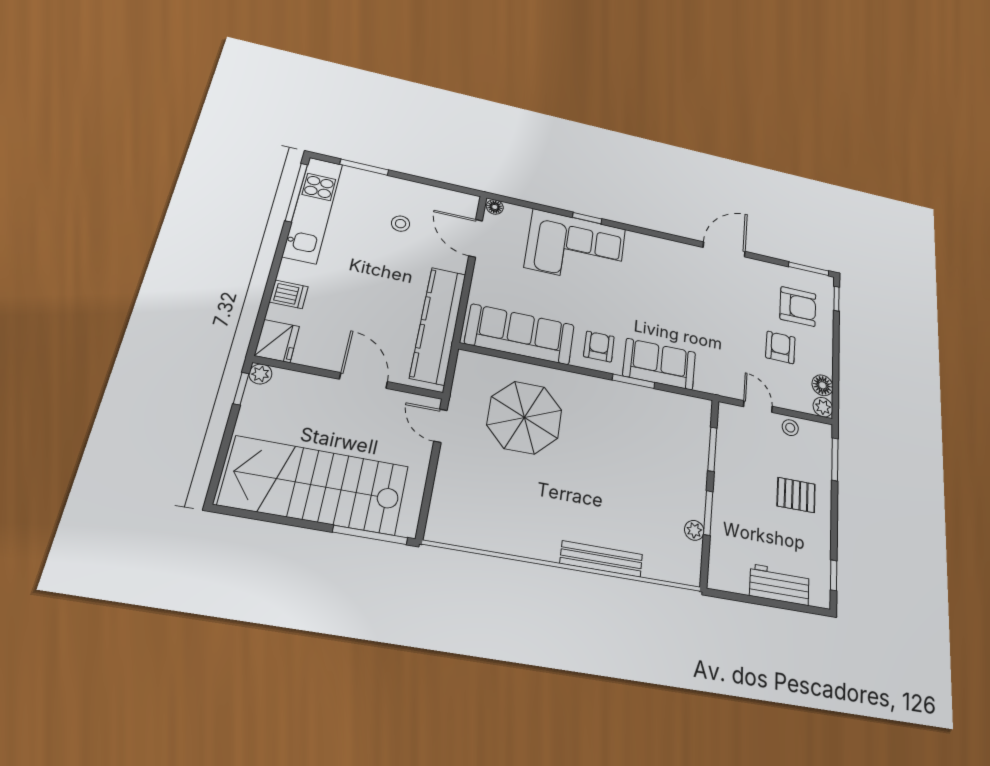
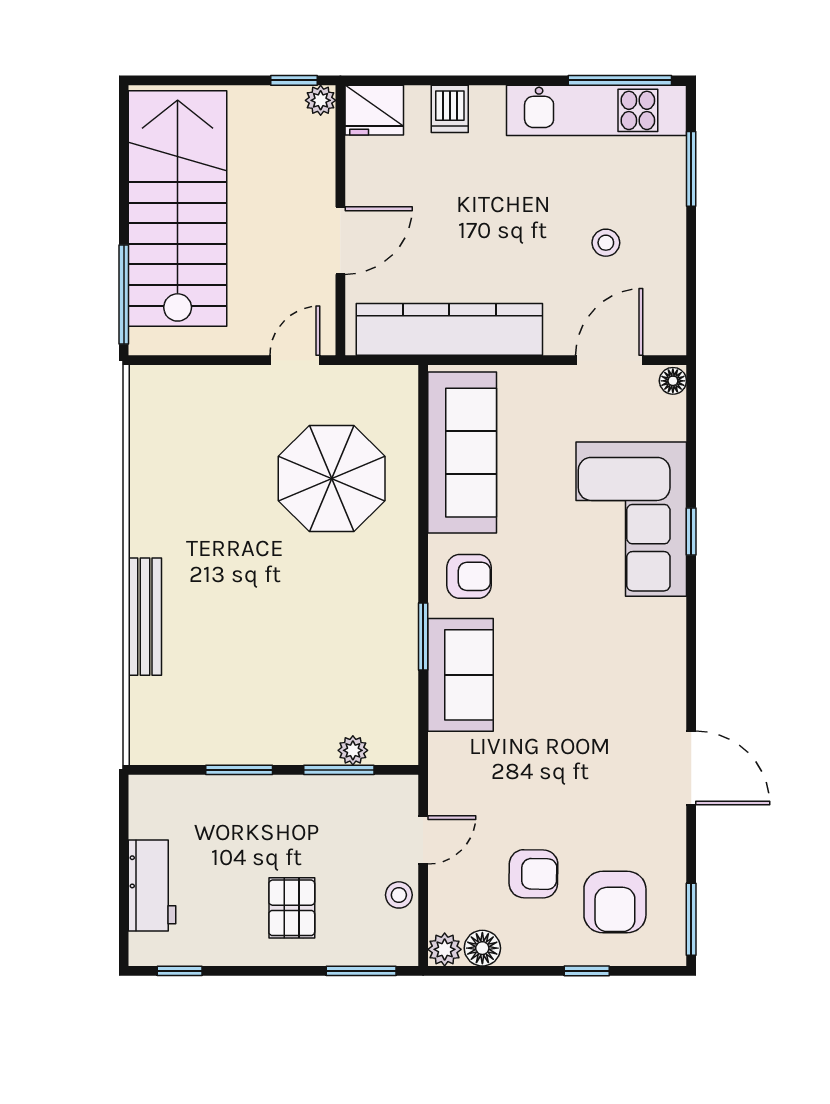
window: (836, 299) -> (587, 971), moved
plant: (694, 530) -> (353, 750), moved

